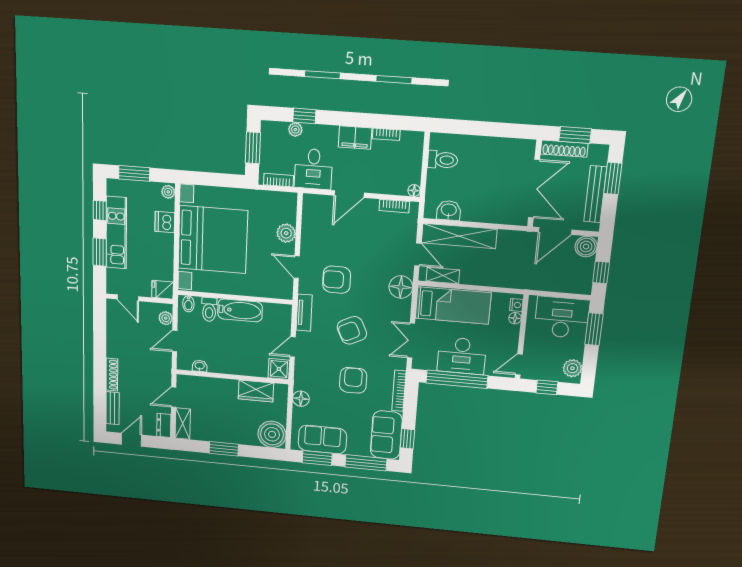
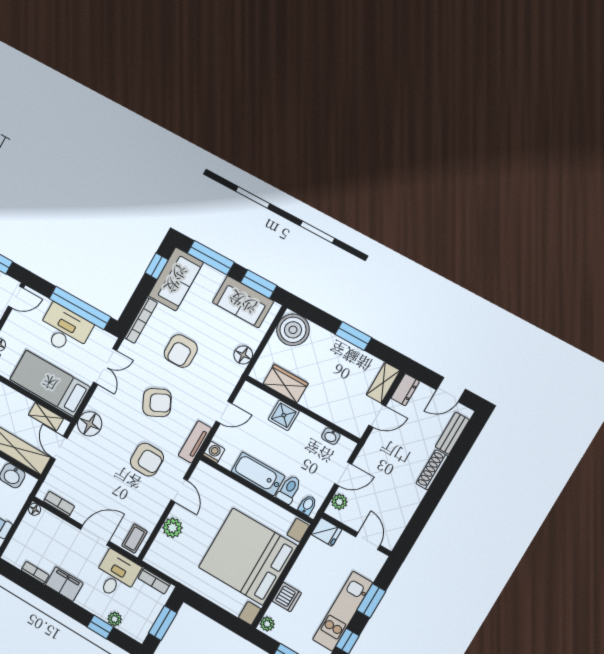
coffee table: (314, 208) -> (134, 539), added
washing machine: (284, 311) -> (214, 452), added
shower: (279, 369) -> (284, 415), moved

